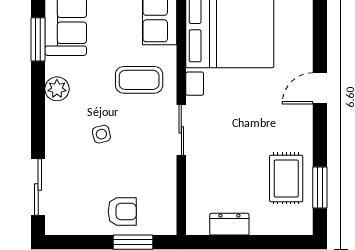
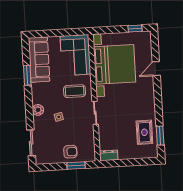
door: (320, 88) -> (156, 69), moved
plant: (57, 89) -> (38, 110), moved
dresser: (229, 224) -> (109, 155), moved

